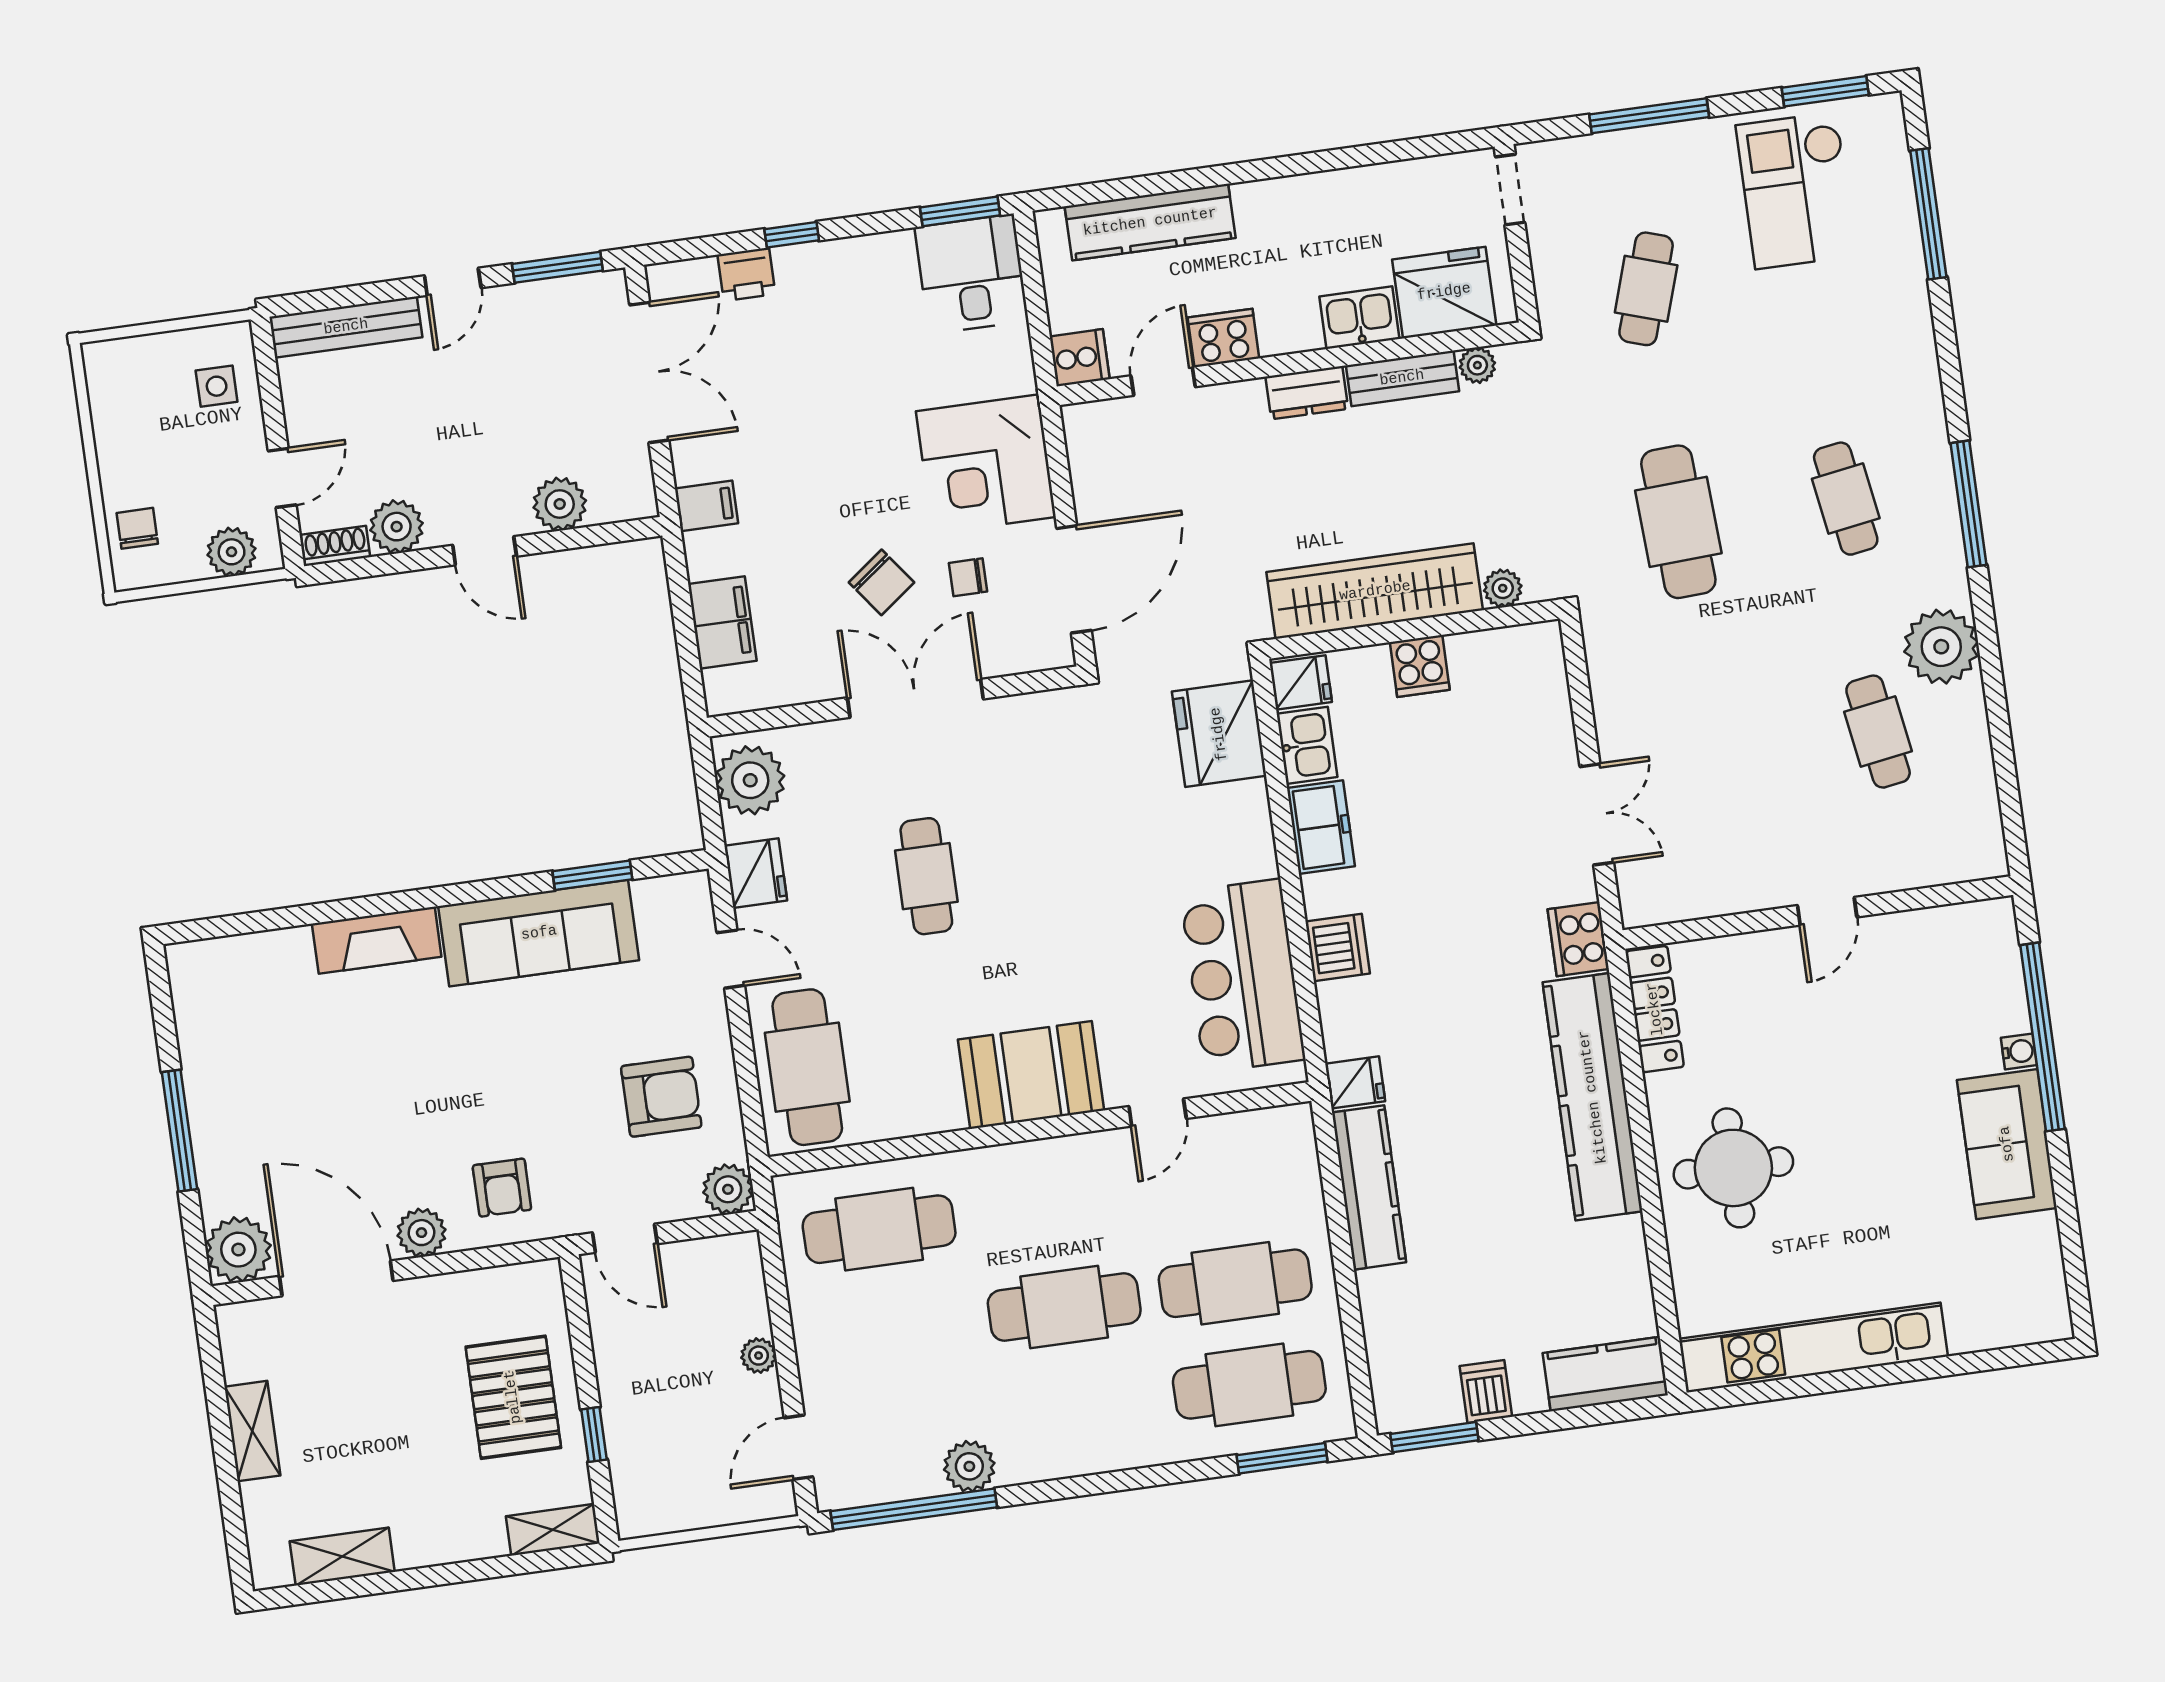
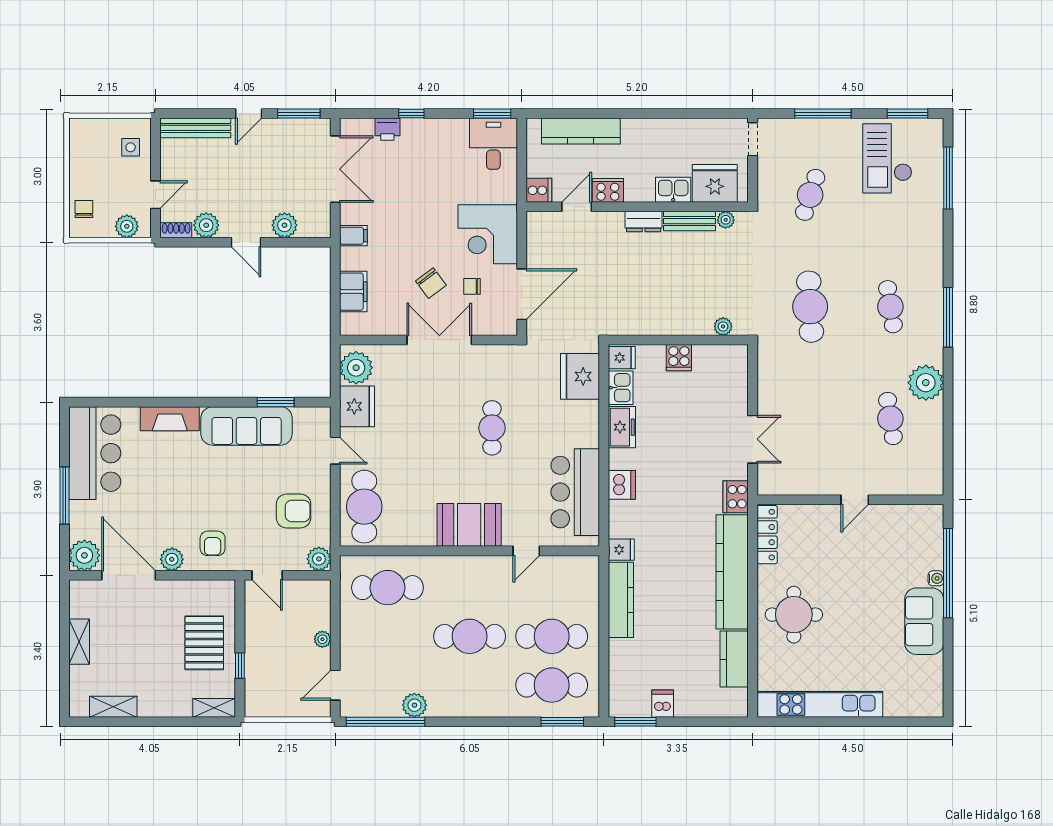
wardrobe: (1375, 591) -> (663, 319), removed
fridge: (756, 873) -> (357, 406), width x1.36, depth x1.34
cafe table: (926, 876) -> (492, 428), moved
bar counter: (230, 1034) -> (95, 453), added
kitchen counter: (1605, 1374) -> (734, 659), moved, turned -90

